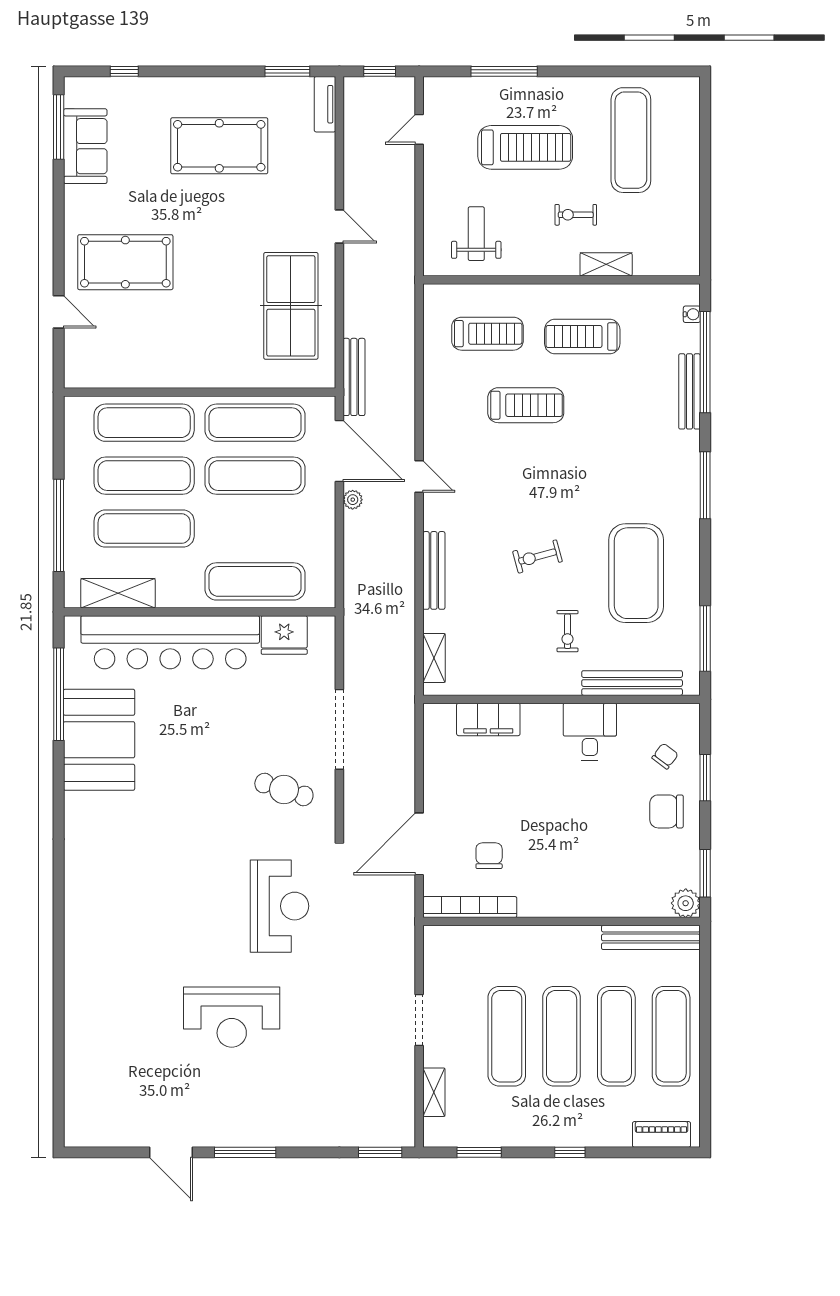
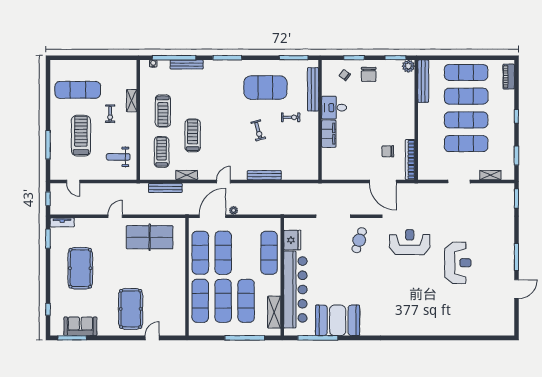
bench: (354, 377) -> (165, 188), moved
shelving: (434, 658) -> (187, 175), moved
filing cabinet: (488, 719) -> (329, 134), moved

